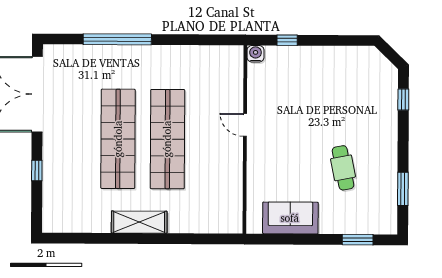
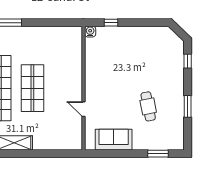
door: (245, 125) -> (83, 109), moved
shop shelf: (167, 139) -> (32, 88), width x0.71
window: (403, 189) -> (188, 106), moved

